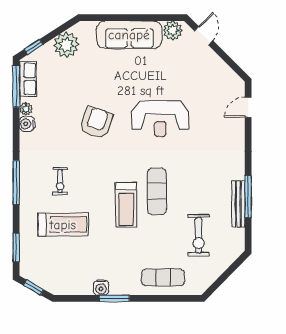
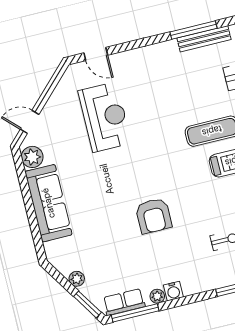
plant: (66, 45) -> (77, 279), width x0.53, depth x0.53
window: (34, 47) -> (87, 304), width x1.50
reception desk: (160, 119) -> (105, 117), moved
armchair: (96, 123) -> (154, 216), turned -109

